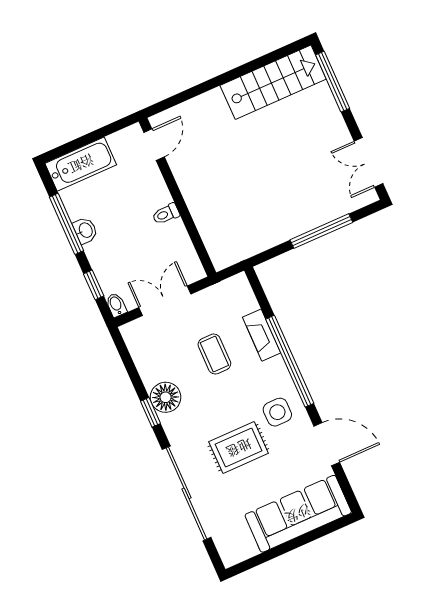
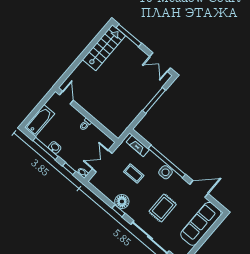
fireplace: (262, 335) -> (138, 146), moved
side table: (277, 412) -> (166, 172), moved

